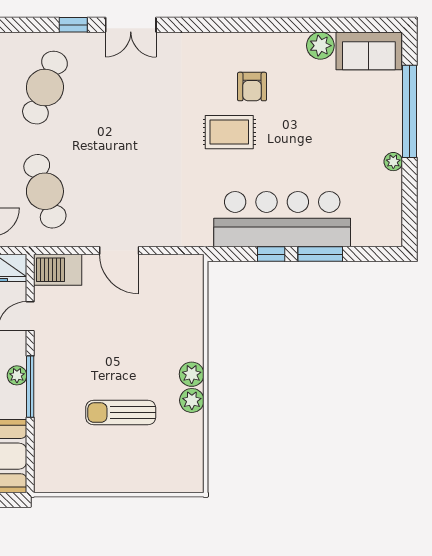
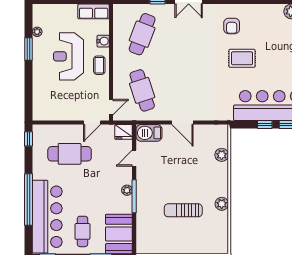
armchair: (252, 87) -> (232, 26), moved
plant: (192, 374) -> (222, 155), moved

